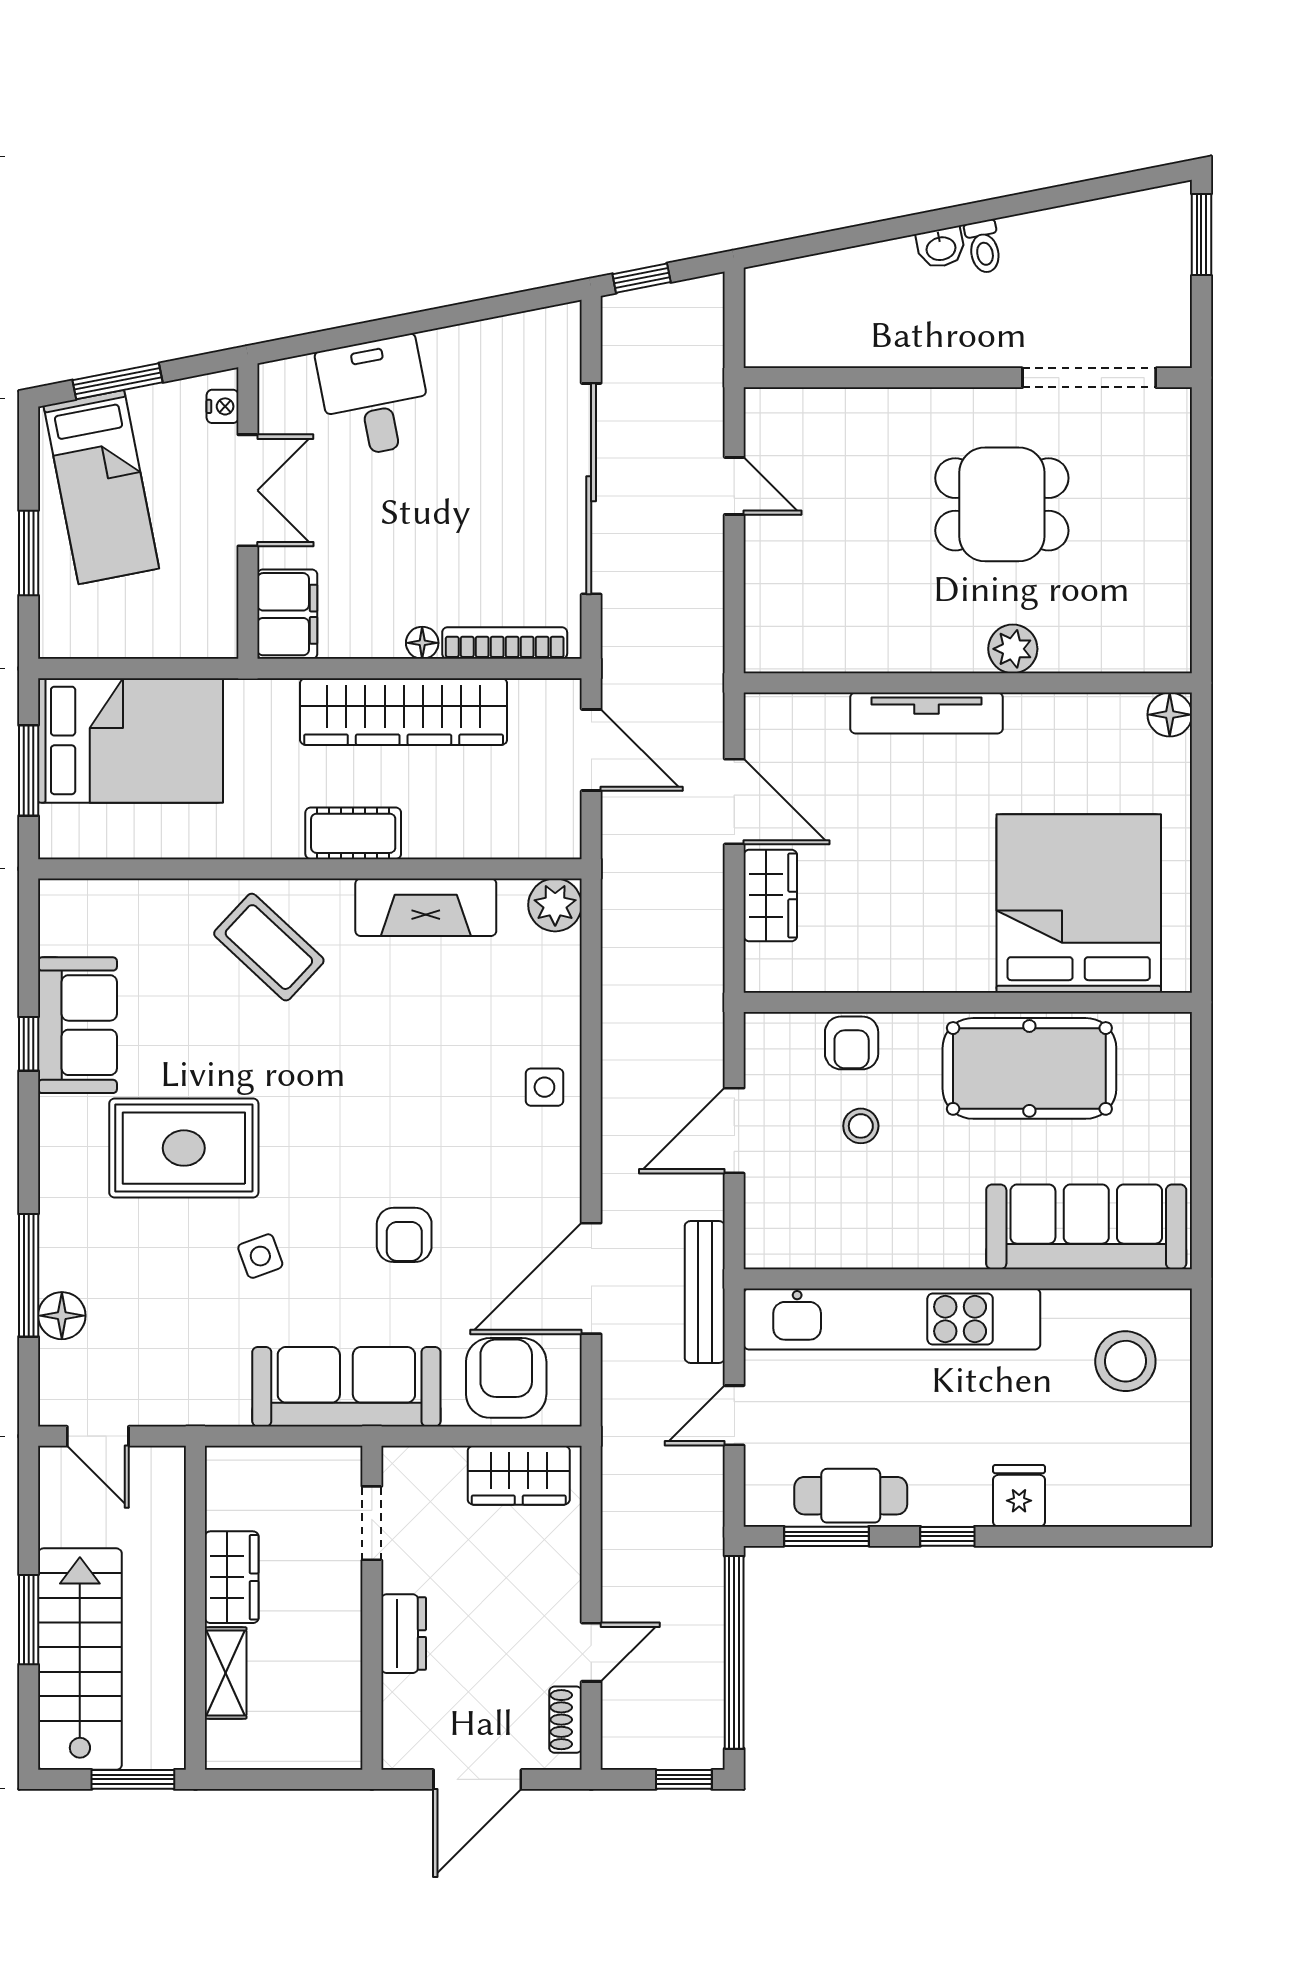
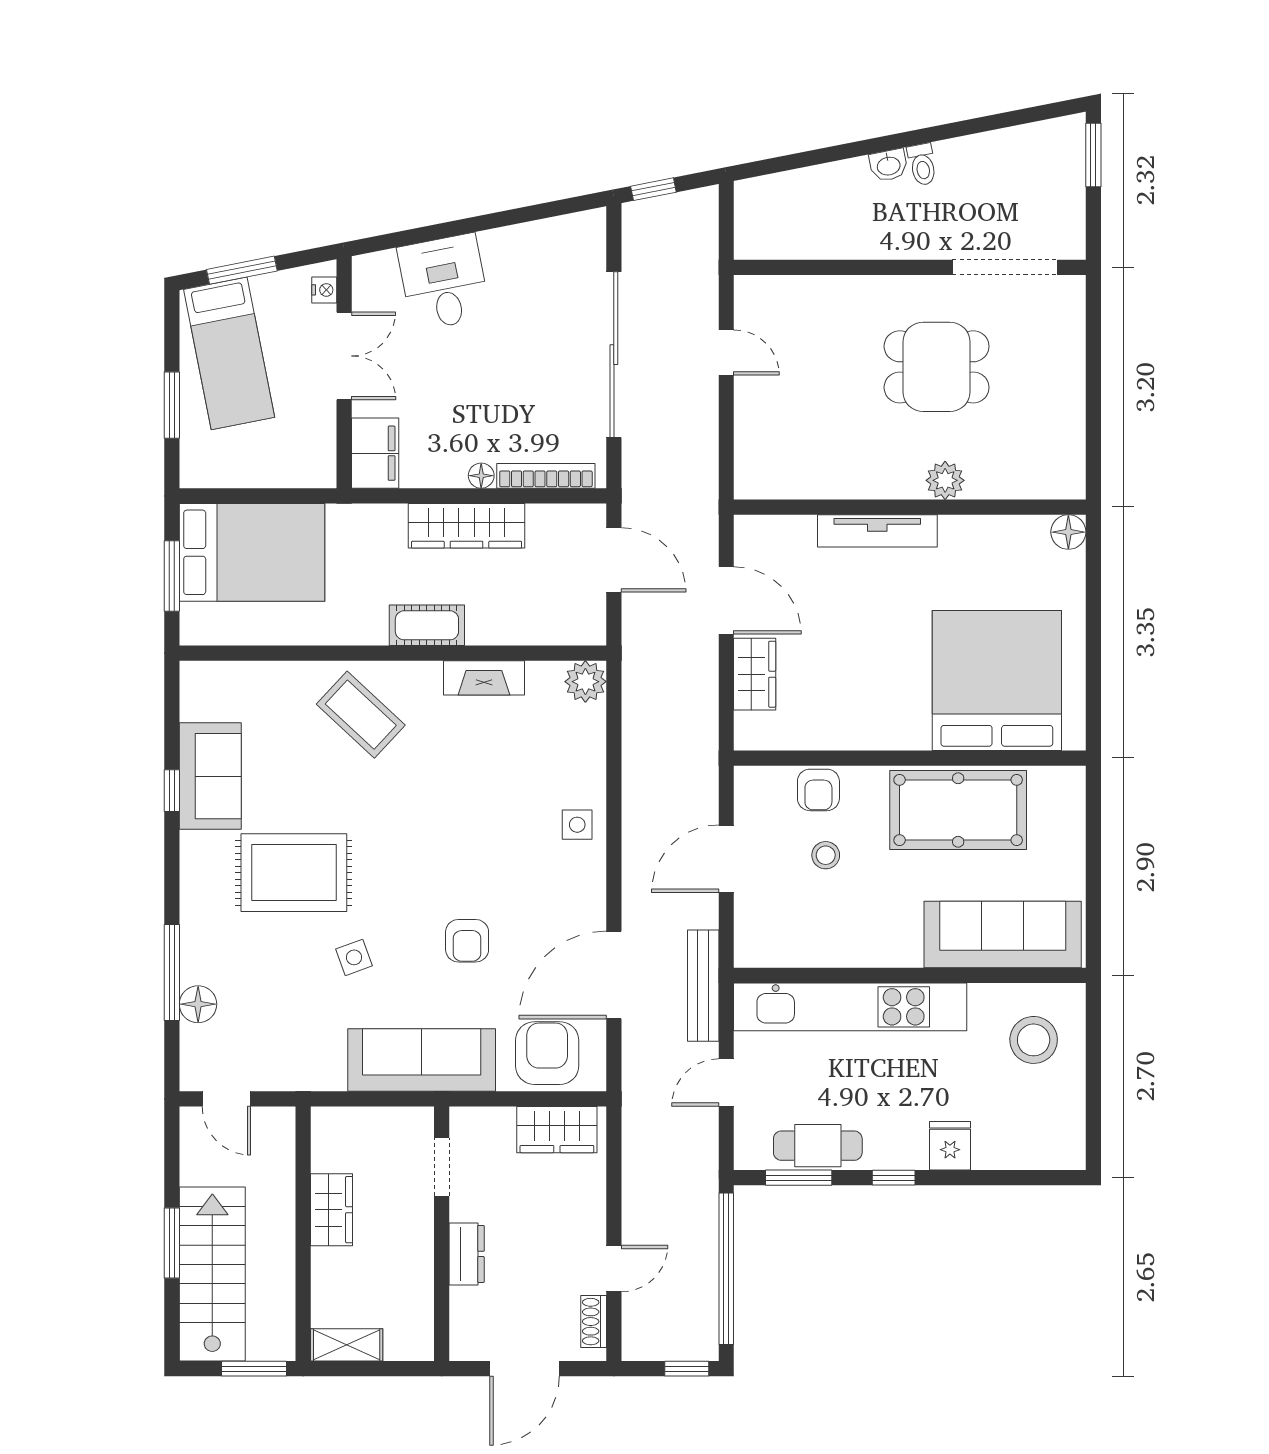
wardrobe: (404, 712) -> (466, 526), width x0.71, depth x0.85
fireplace: (426, 907) -> (484, 678), width x0.73, depth x0.76
shelving: (226, 1673) -> (347, 1345), moved, turned 90

